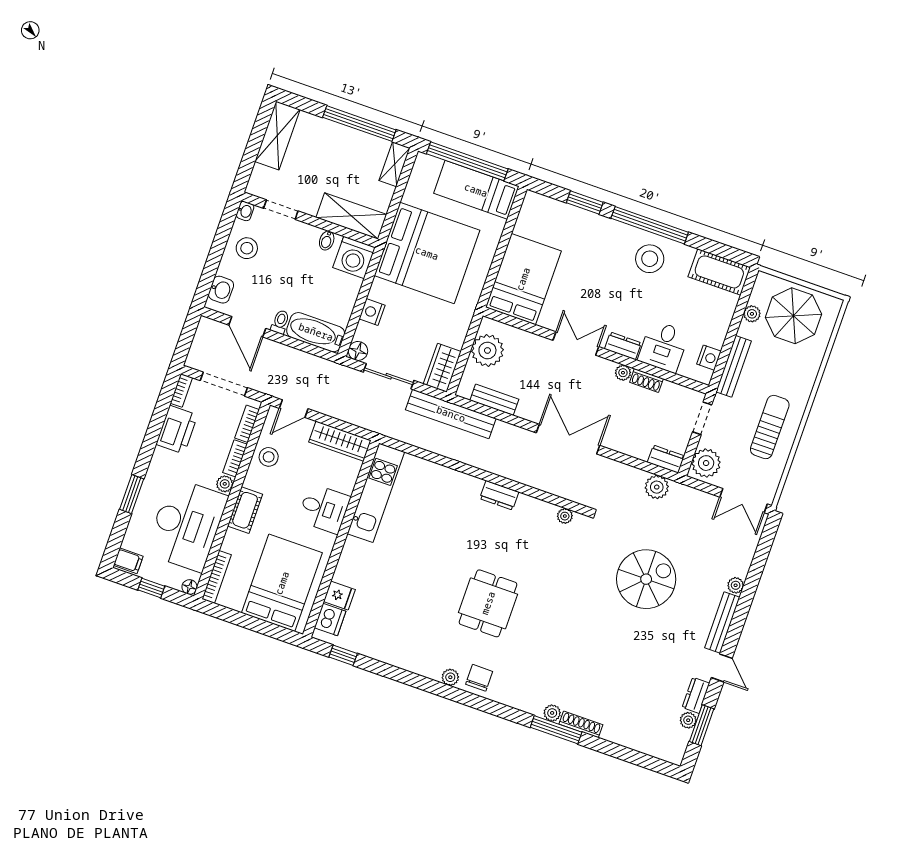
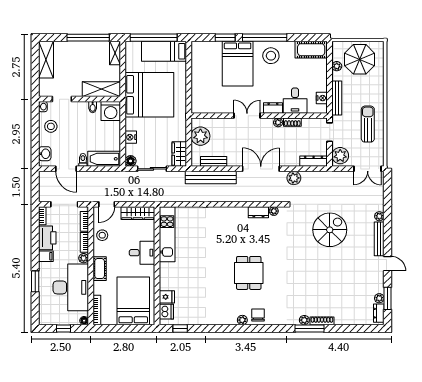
bed: (523, 279) -> (238, 64), moved, turned 180
bench: (451, 414) -> (211, 177), moved
dresser: (666, 459) -> (314, 161), width x1.44
plant: (657, 487) -> (294, 178), moved
dresser: (499, 495) -> (258, 212), moved
filing cabinet: (128, 561) -> (46, 256), moved
dresser: (696, 695) -> (379, 313), moved

